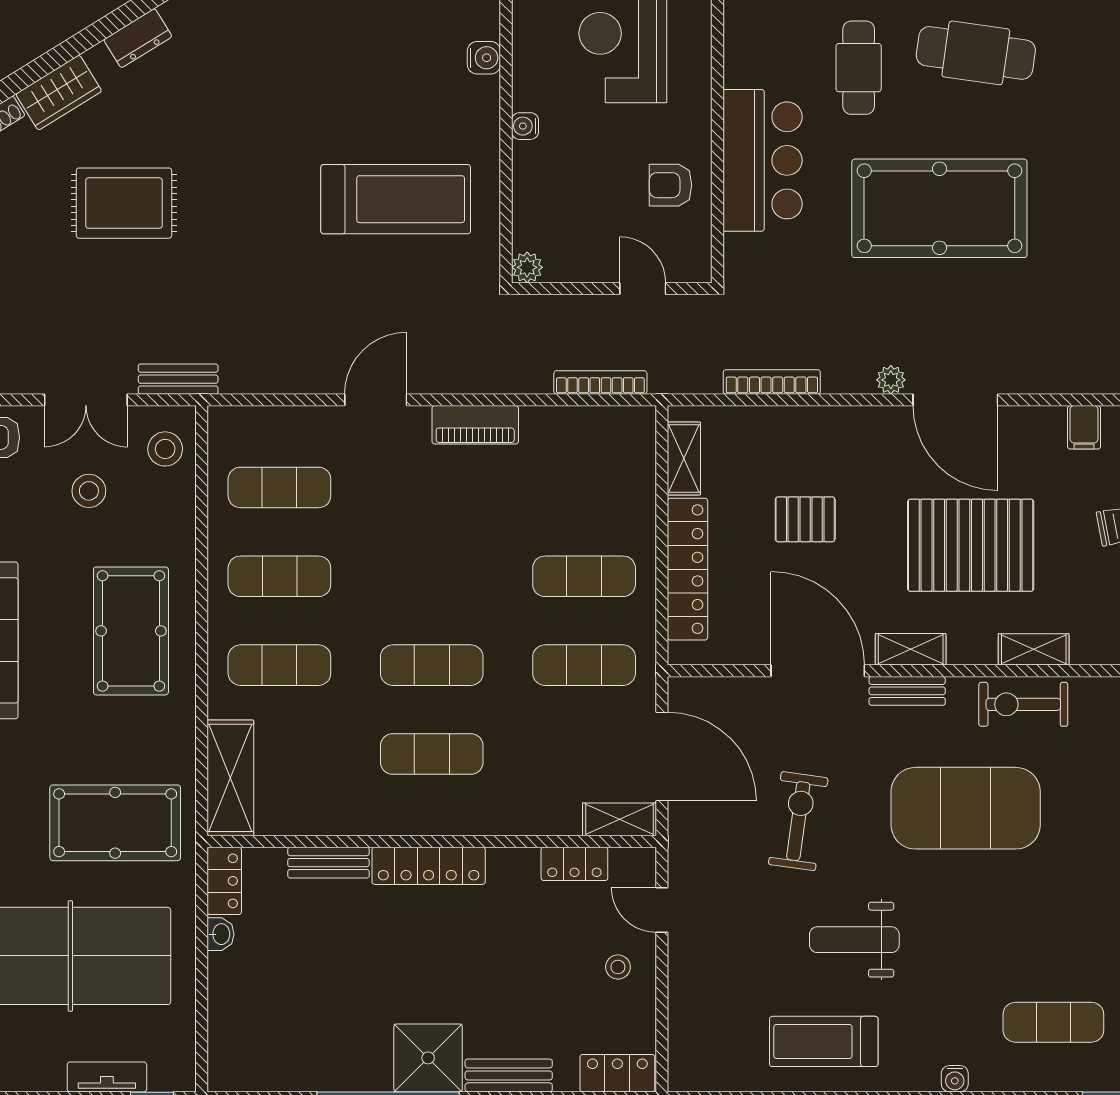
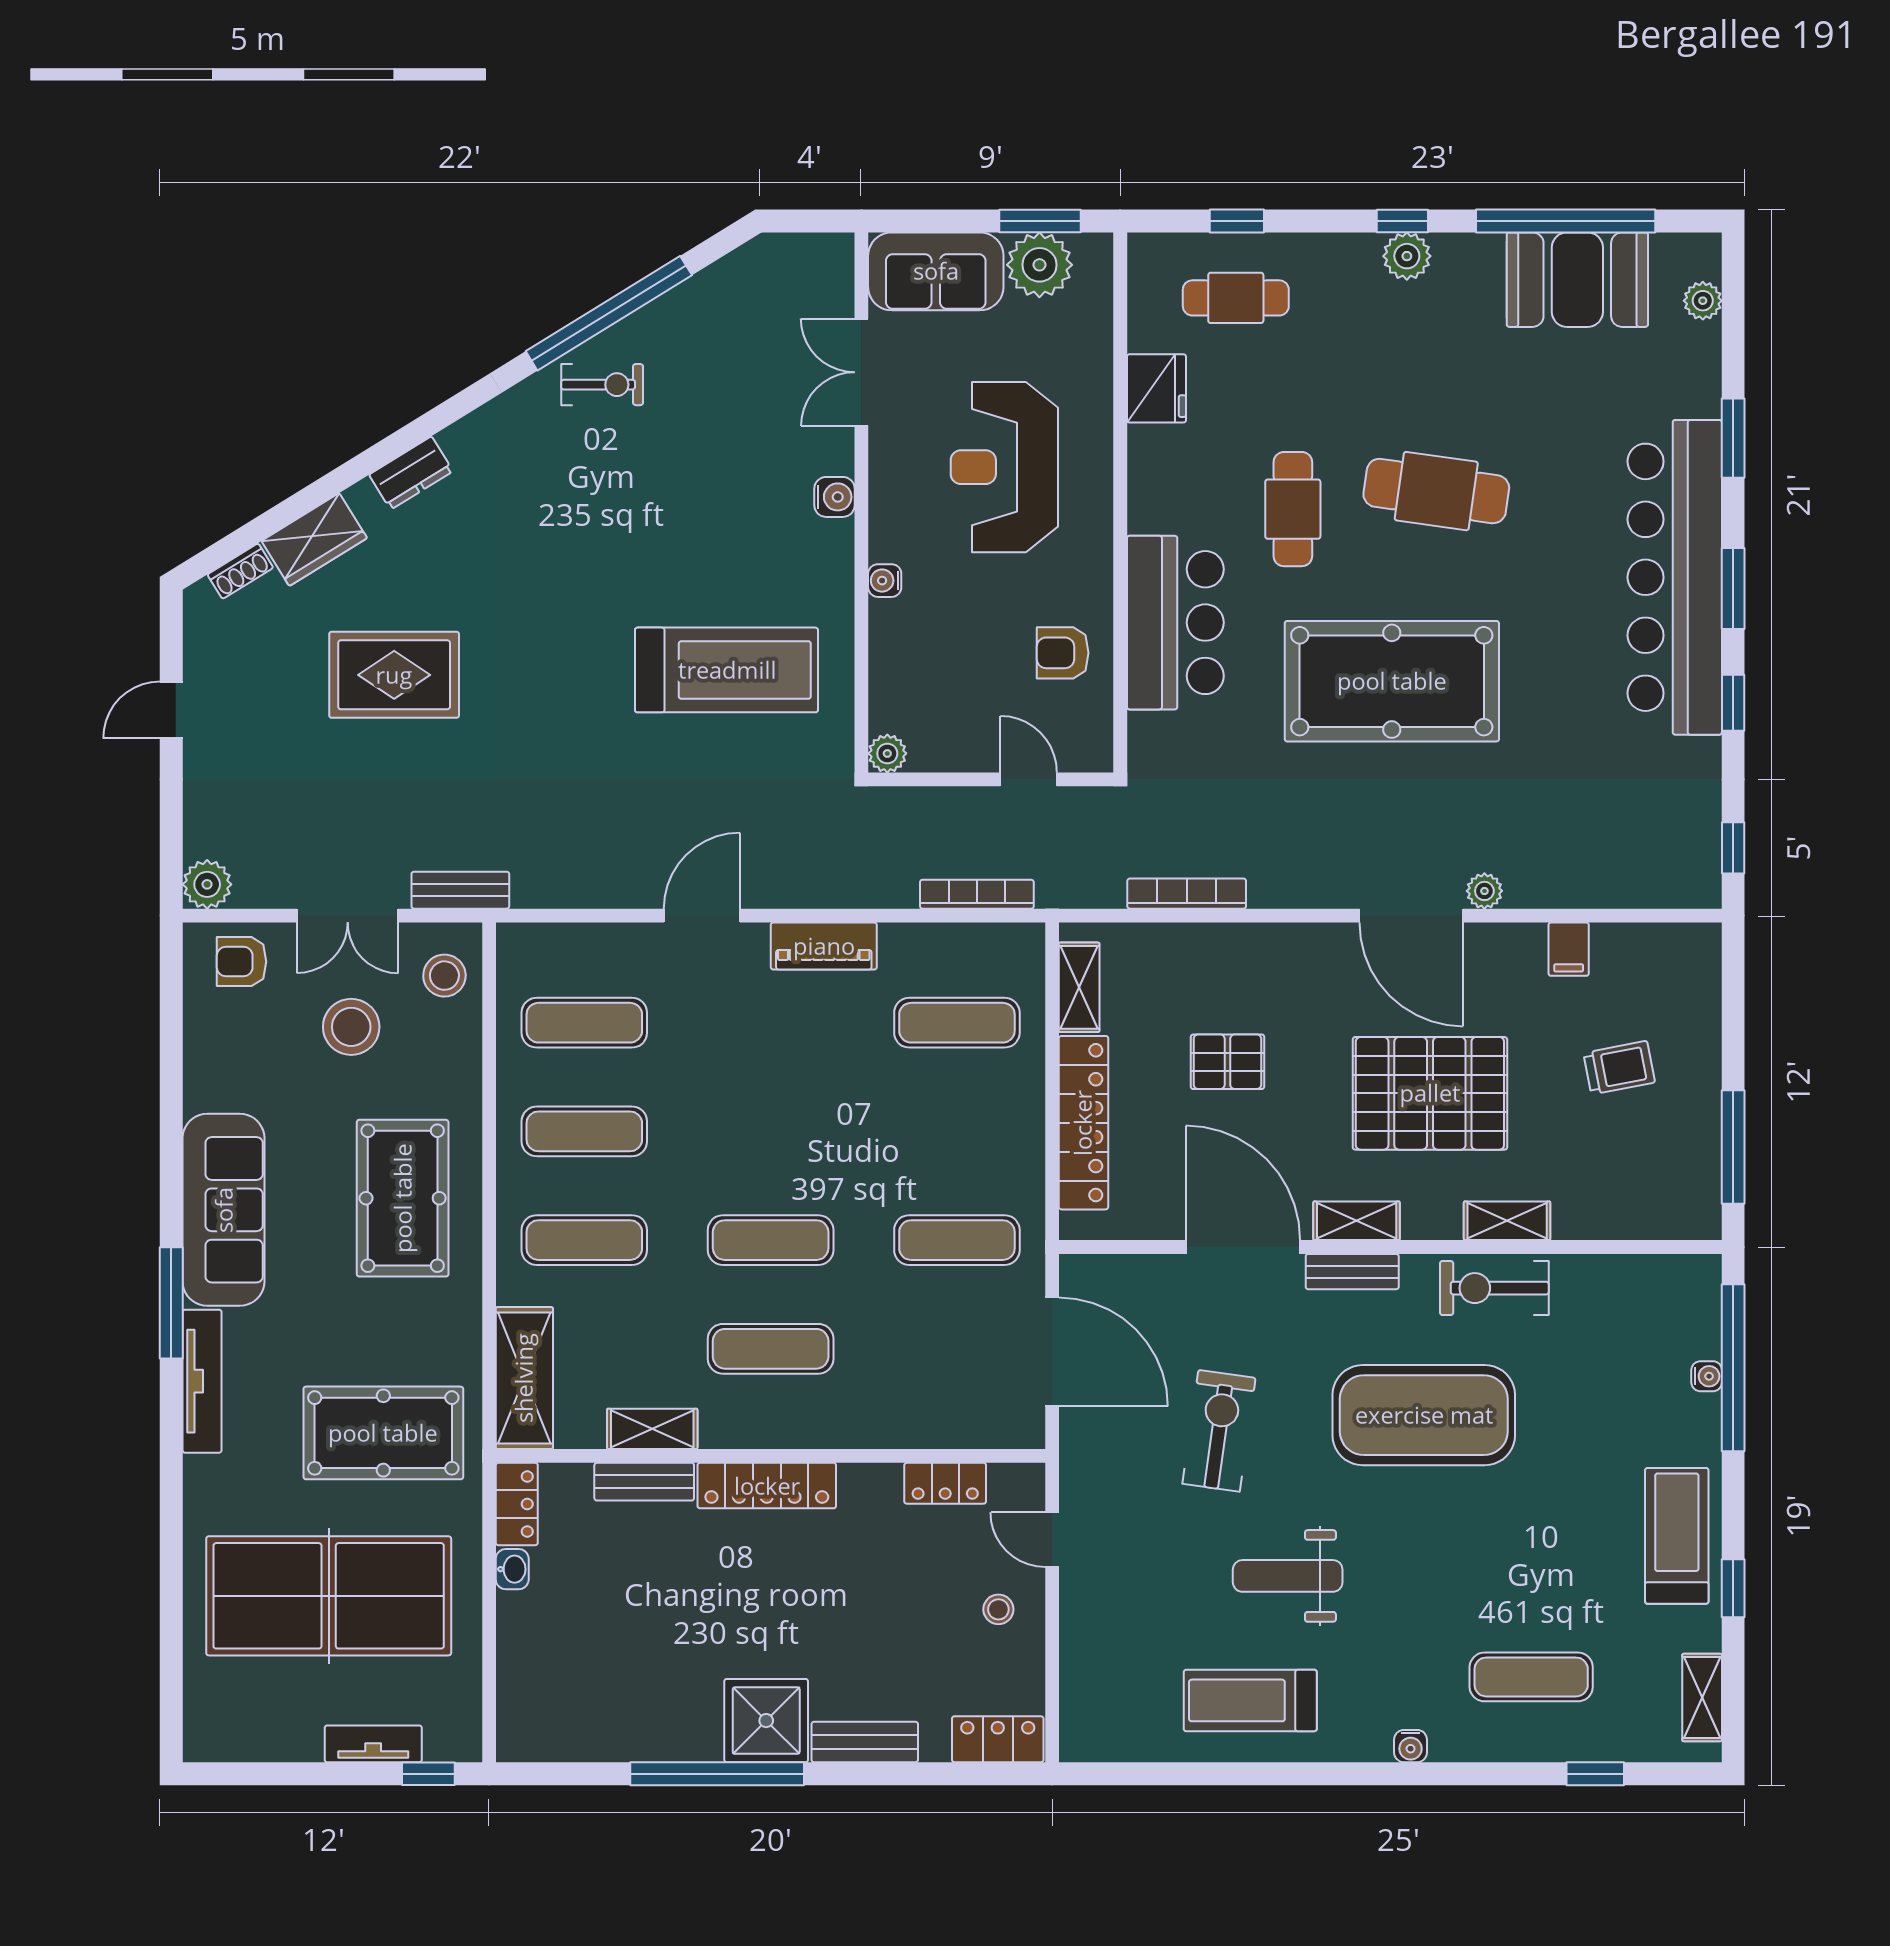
plant: (891, 380) -> (1484, 891), moved
stool: (89, 491) -> (351, 1027), width x1.38, depth x1.38
exercise mat: (584, 576) -> (957, 1023), moved
shelving: (619, 819) -> (652, 1429), moved

